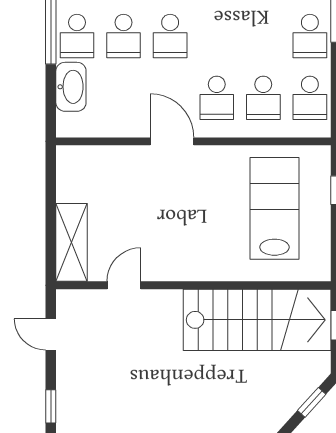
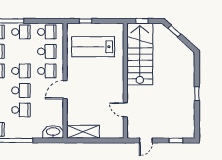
school desk: (77, 36) -> (21, 71), moved
washbasin: (71, 87) -> (53, 132), moved
shelving: (72, 242) -> (83, 132), moved

